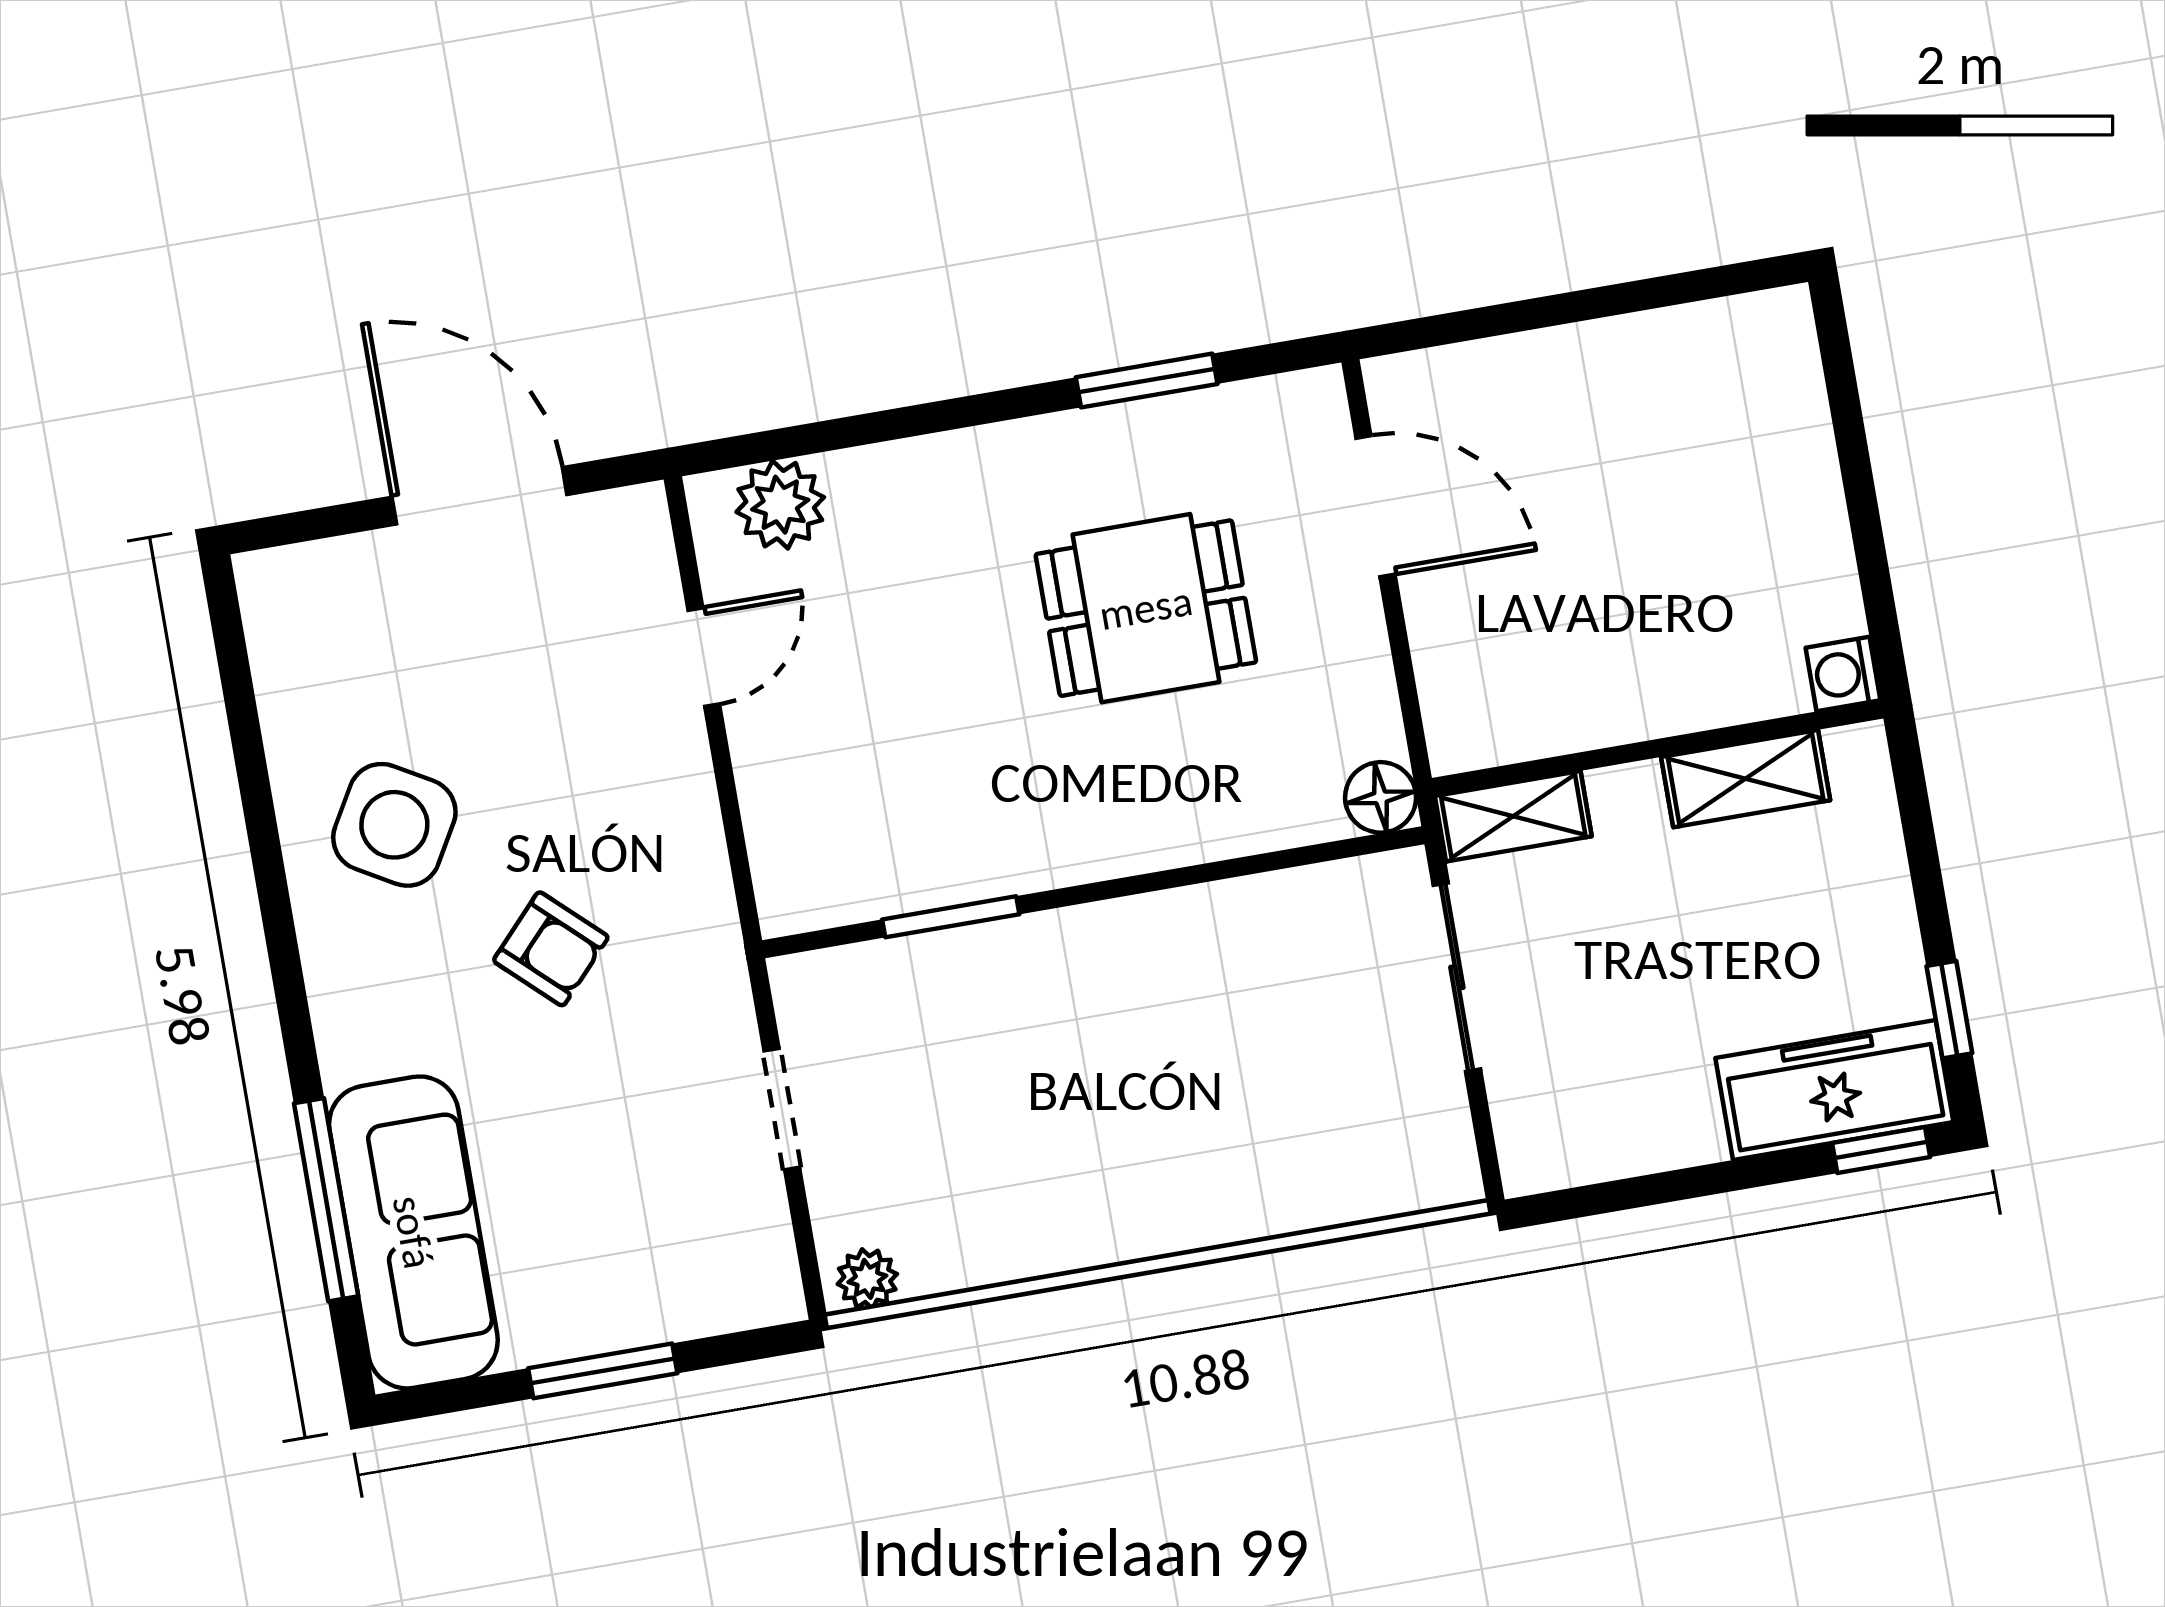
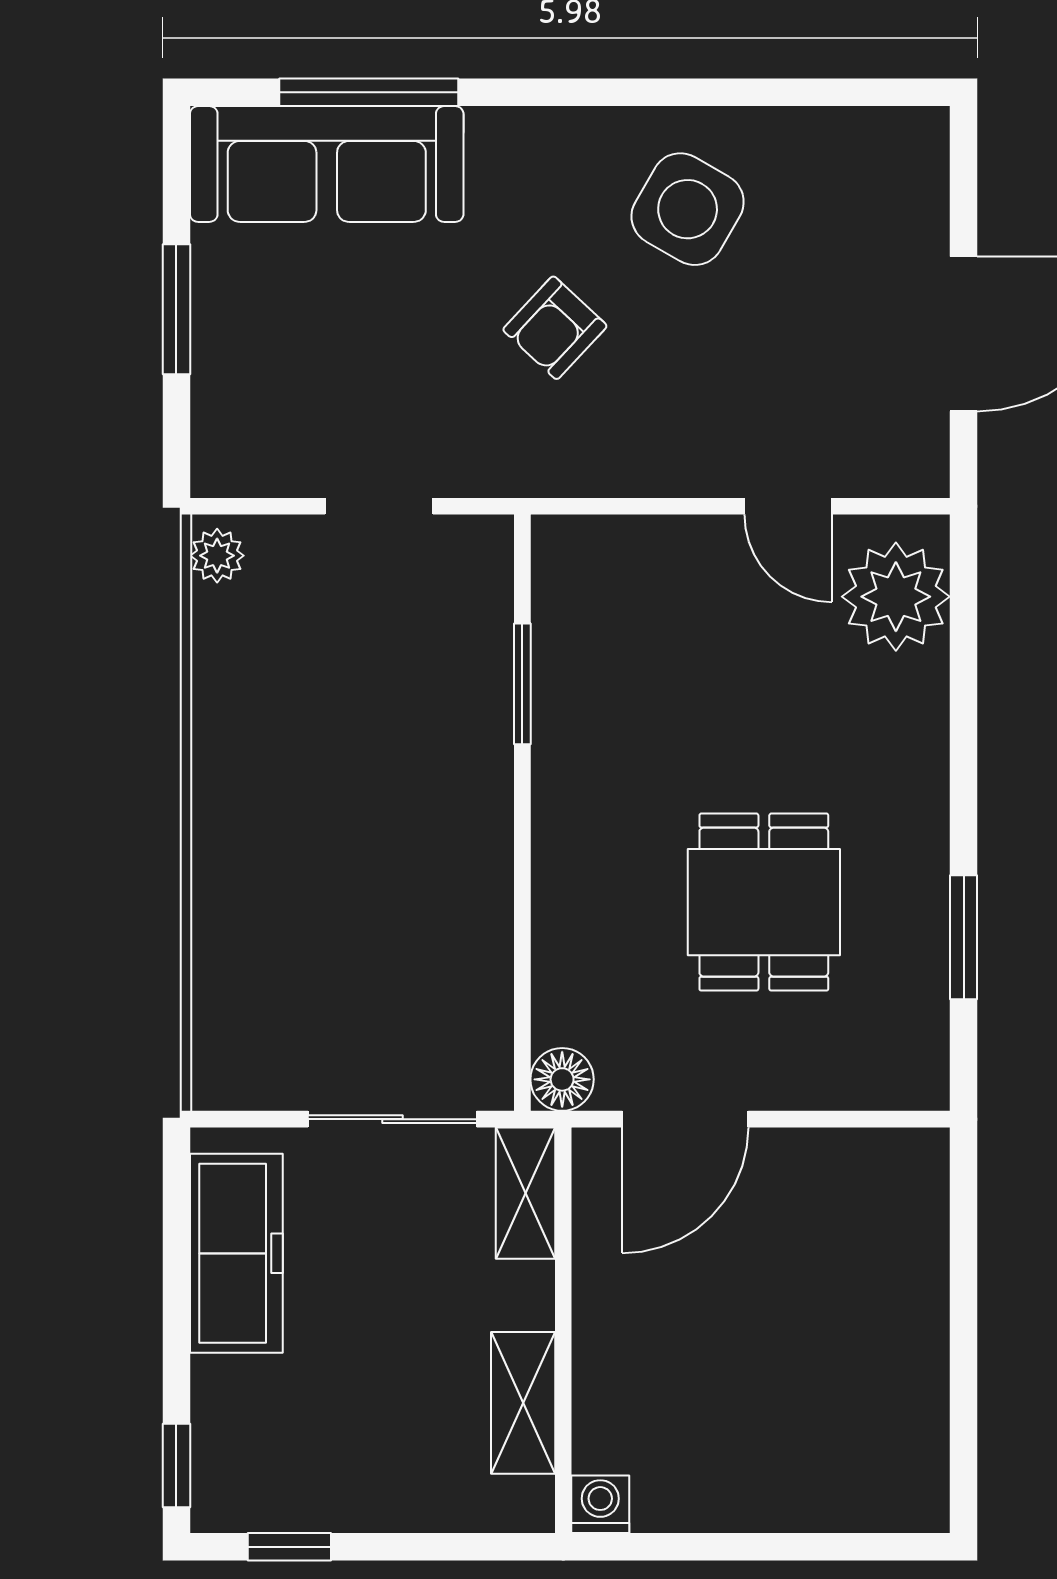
plant: (780, 505) -> (896, 597), width x1.36, depth x1.36
door: (1375, 506) -> (685, 1119), moved
freezer: (1834, 1090) -> (236, 1253), moved

